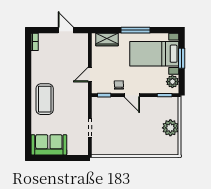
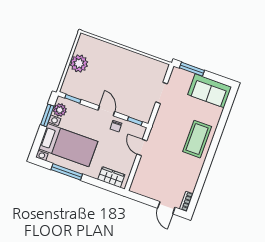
door: (66, 30) -> (166, 208), moved
window: (136, 30) -> (67, 172), moved
window: (182, 58) -> (47, 115), moved
door: (90, 75) -> (142, 148), swing flipped
window: (71, 158) -> (192, 69), added

